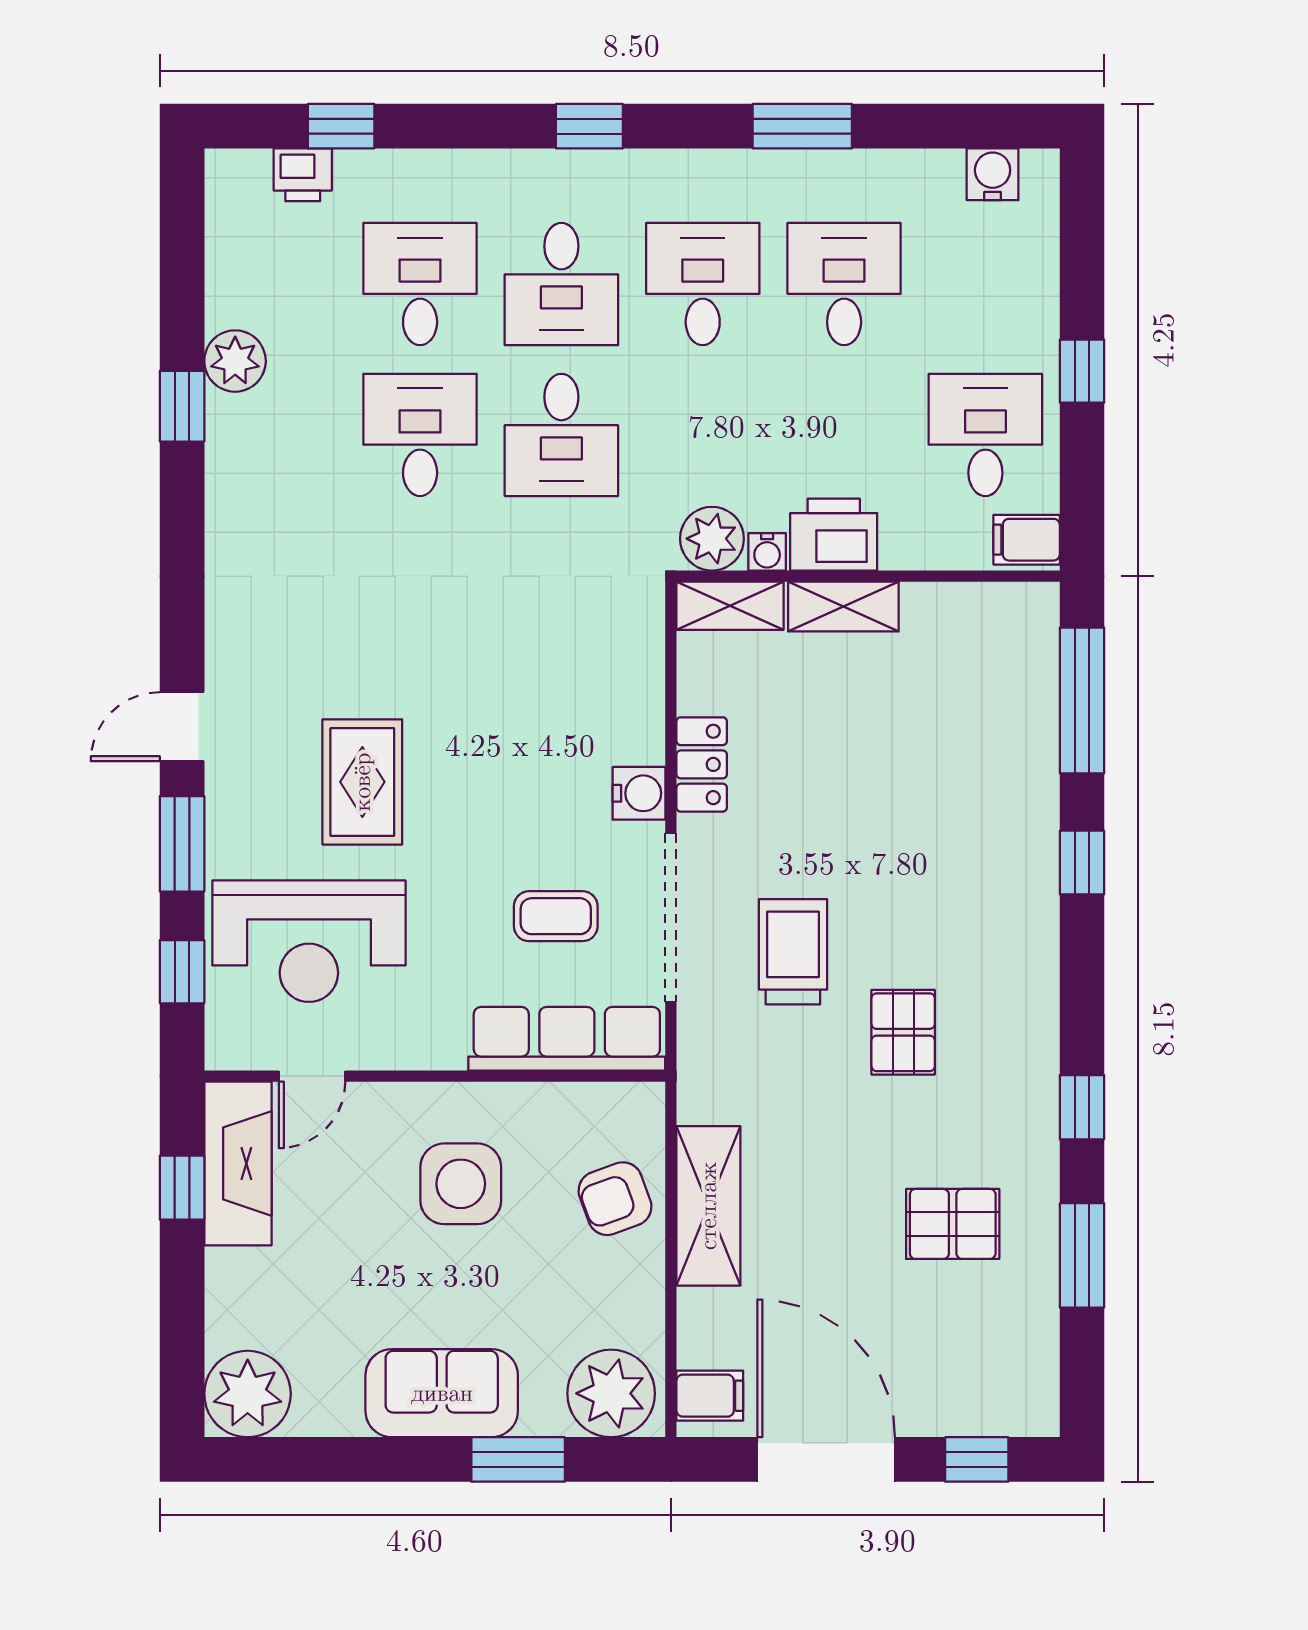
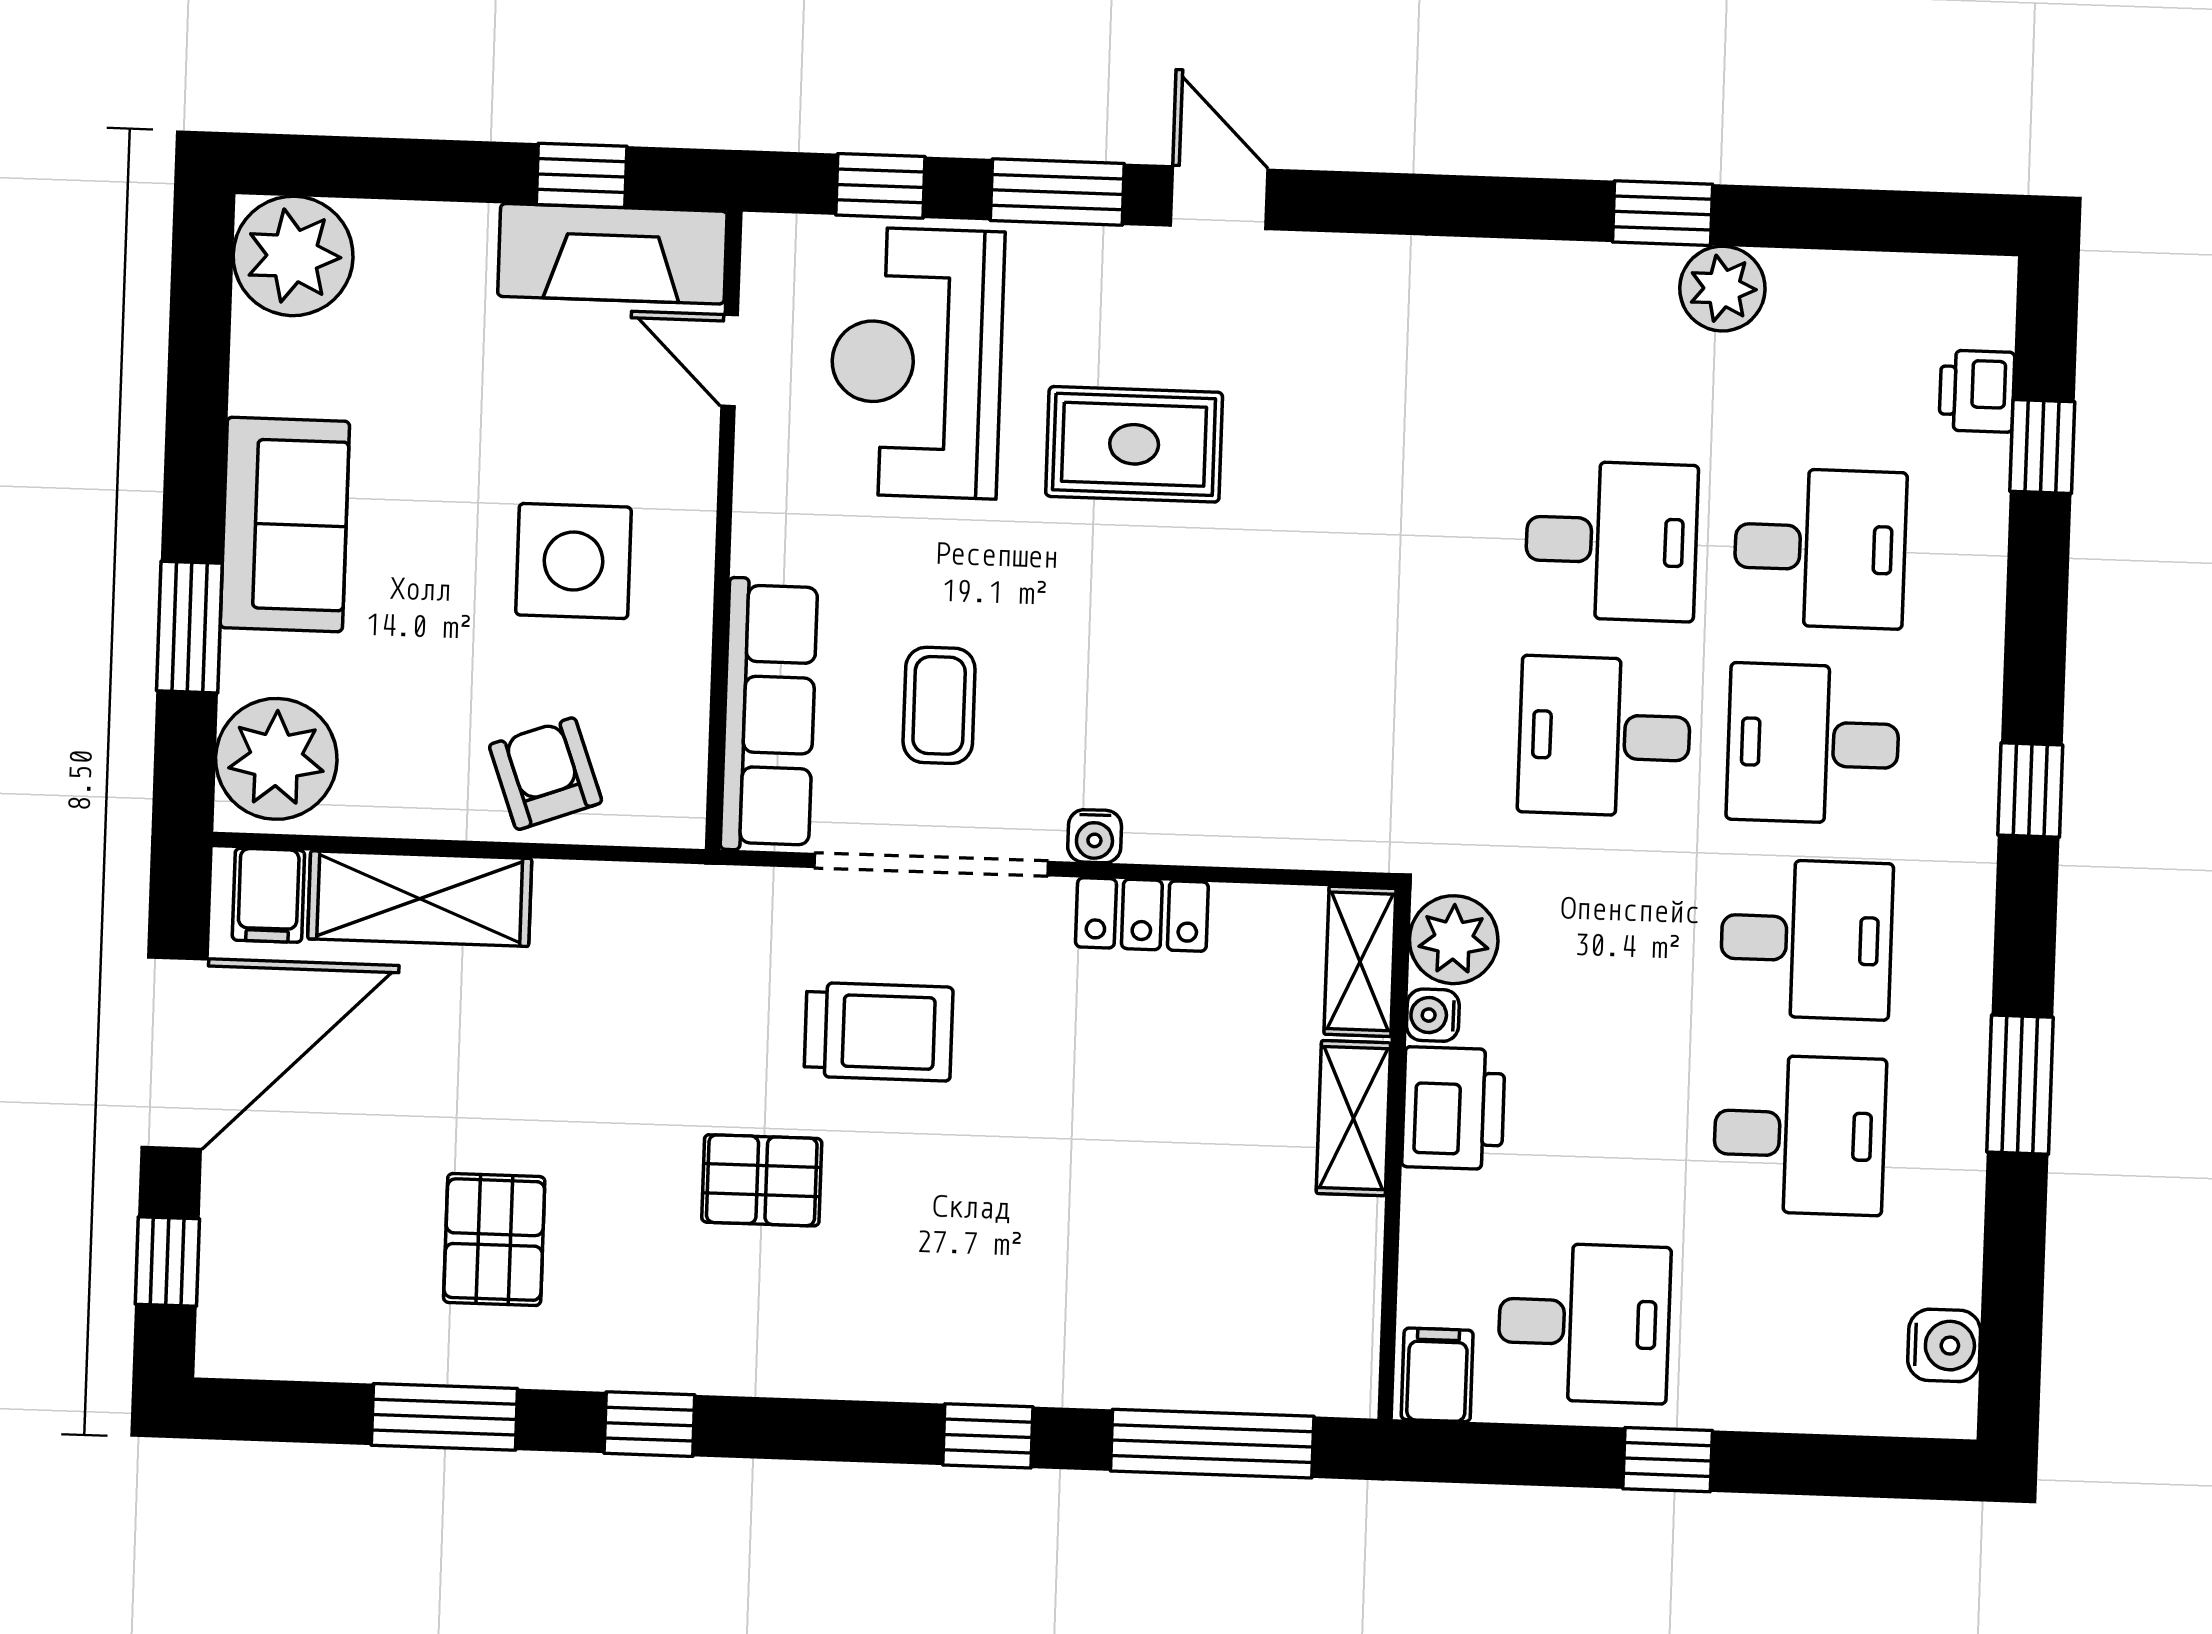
water cooler: (639, 793) -> (1095, 836), width x0.72, depth x0.72
shelving: (708, 1206) -> (420, 899), moved

